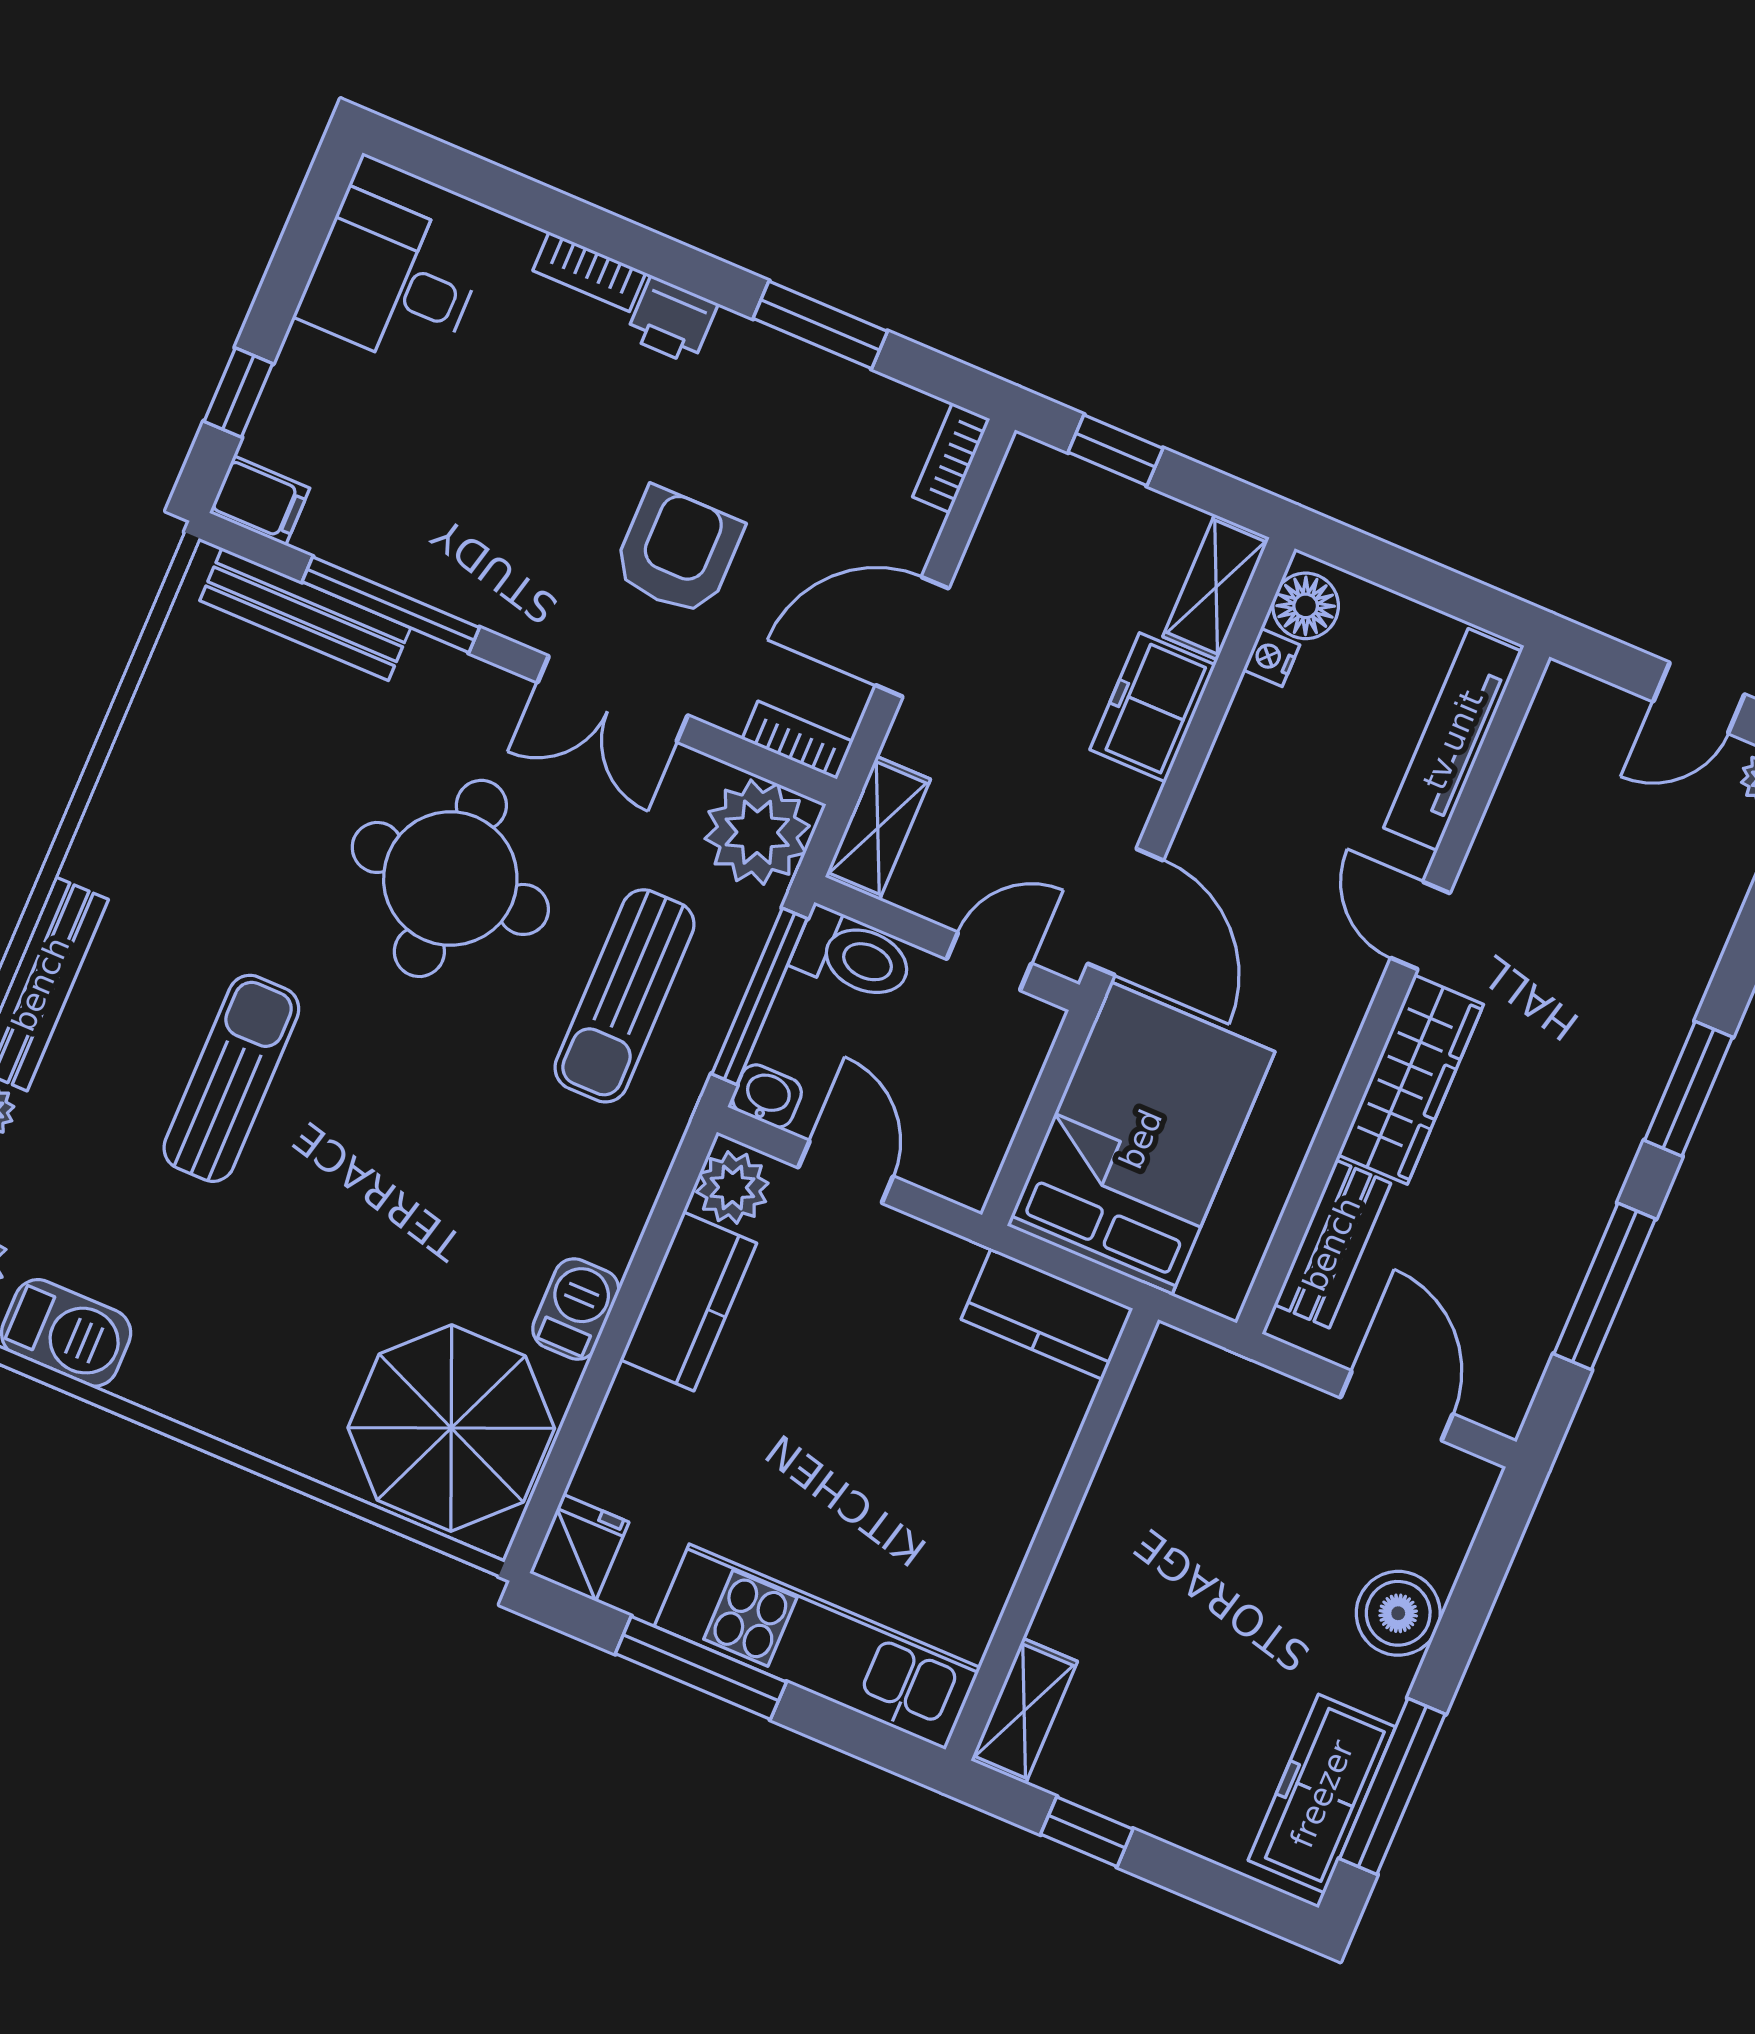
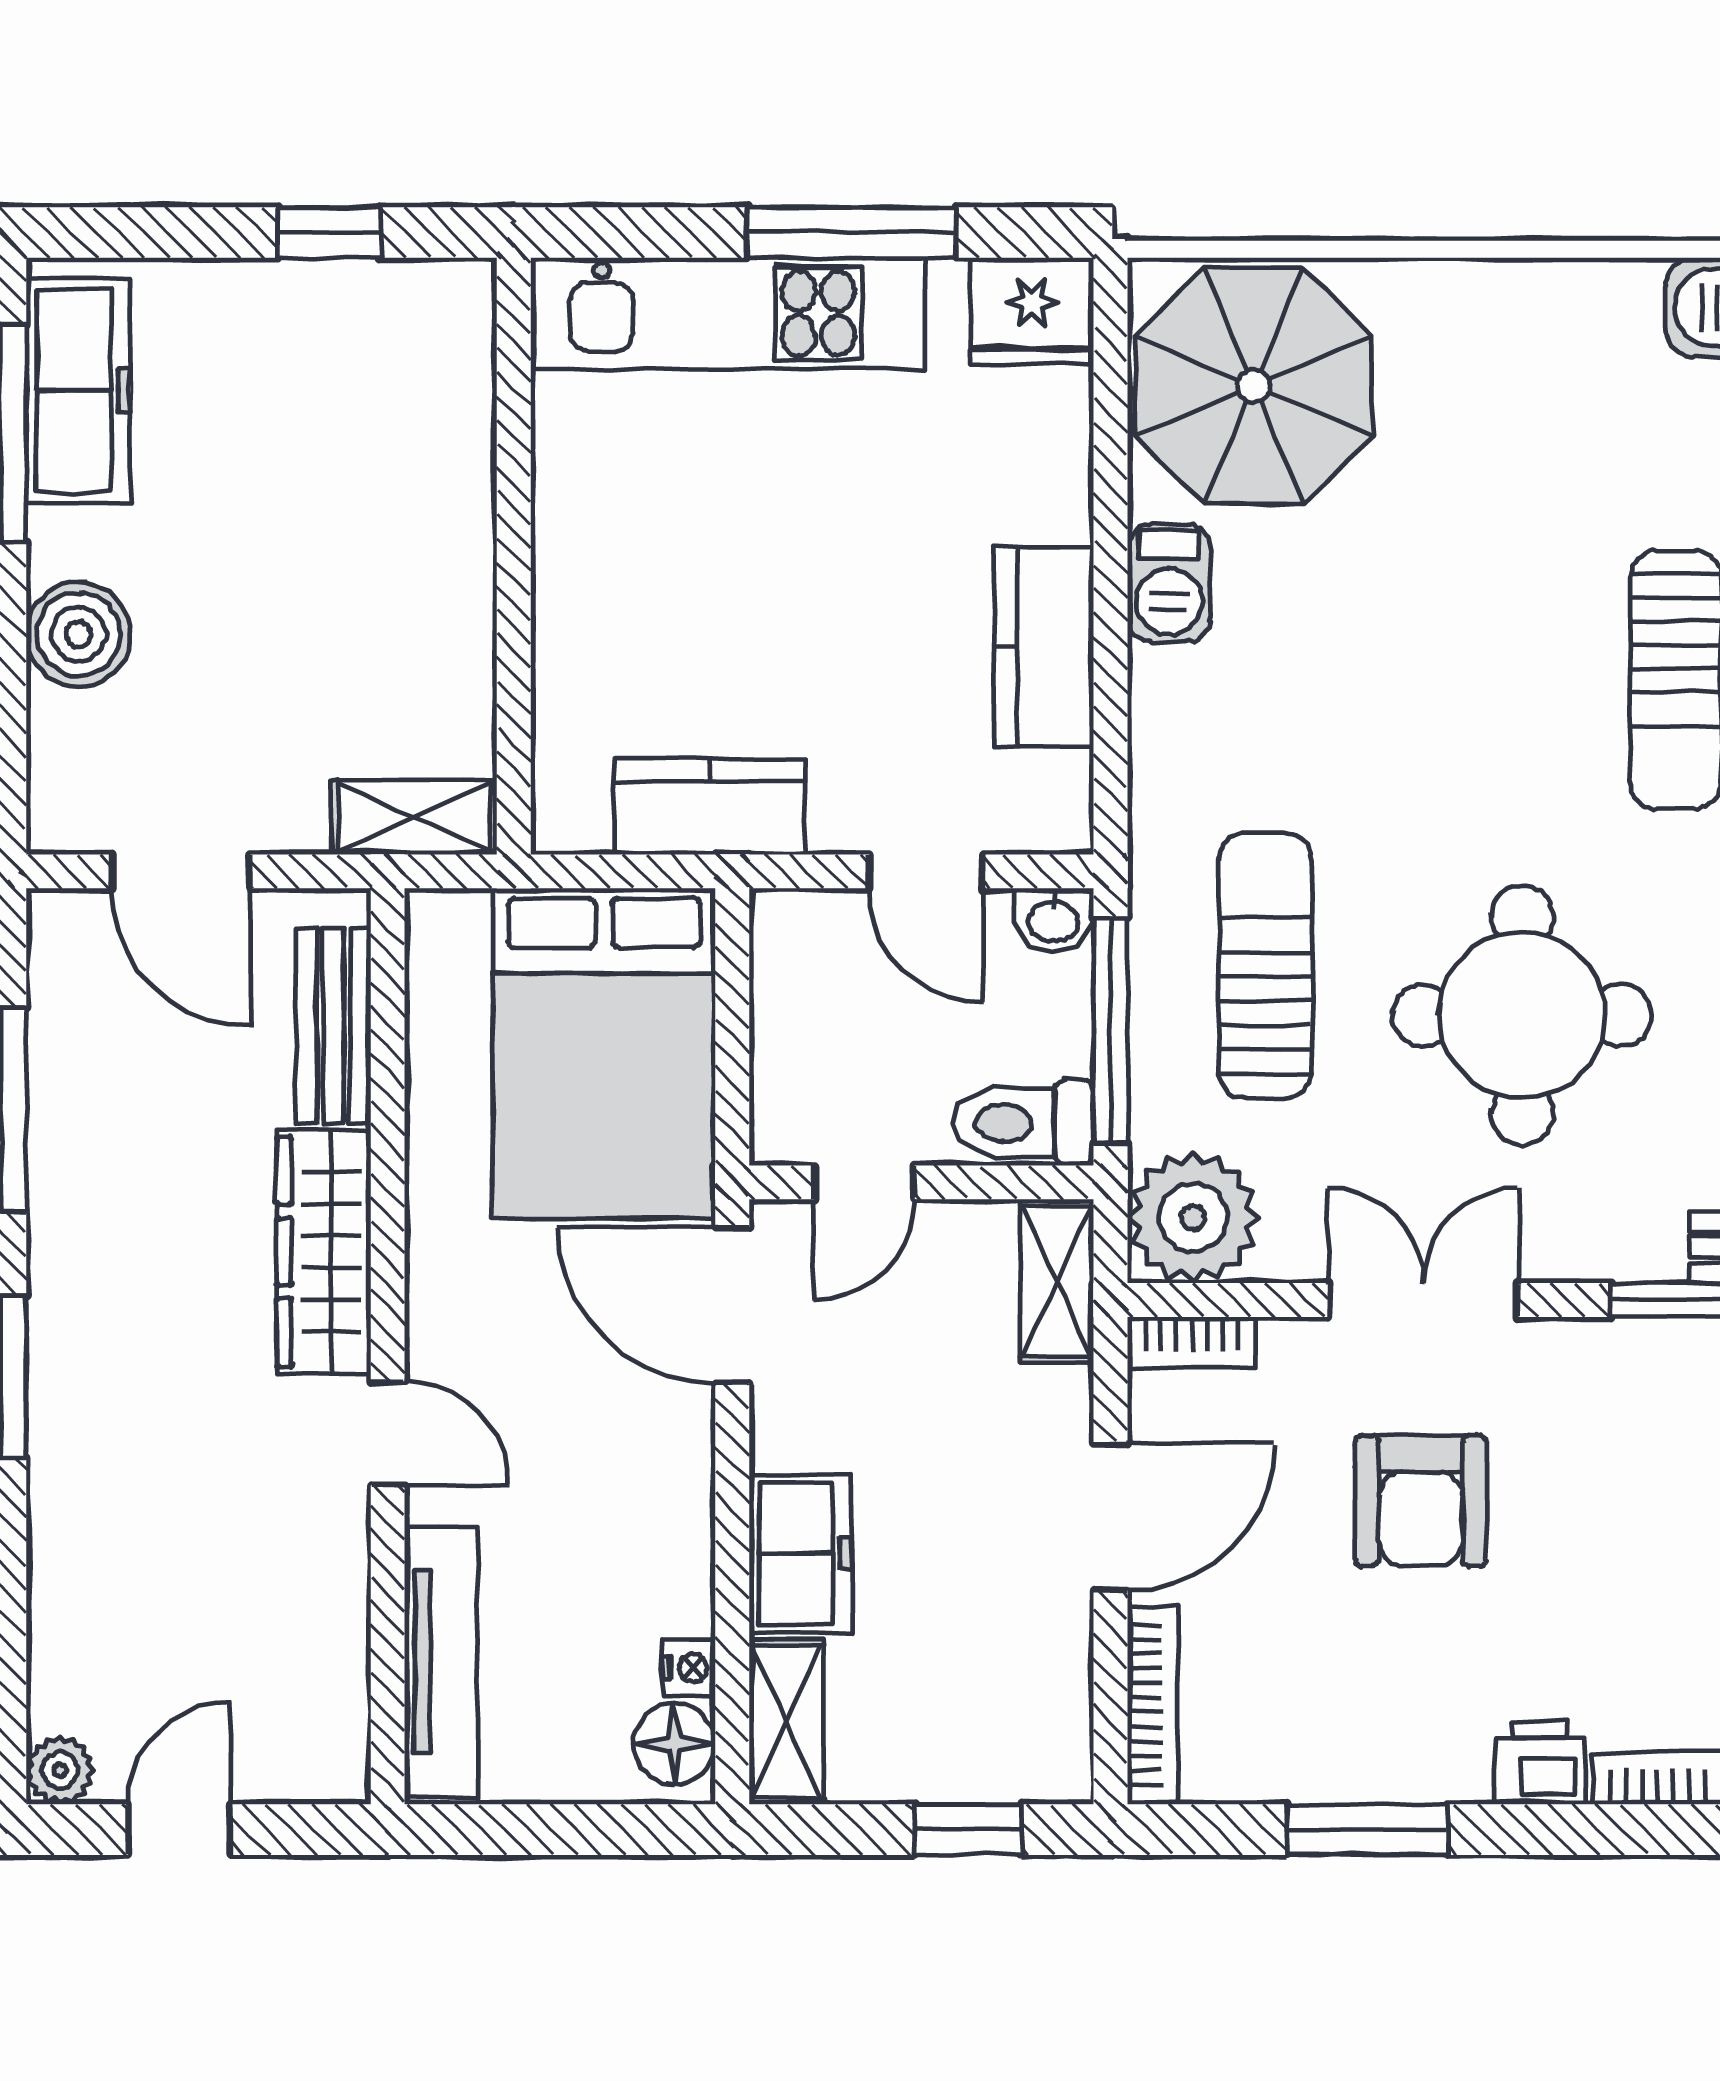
bookcase: (951, 458) -> (1153, 1705), width x1.56
plant: (732, 1187) -> (1049, 798), removed
kitchen counter: (1047, 1314) -> (709, 807), moved
fridge: (579, 1548) -> (1032, 311), width x1.38
shelving: (1024, 1711) -> (414, 817), moved, turned 90

